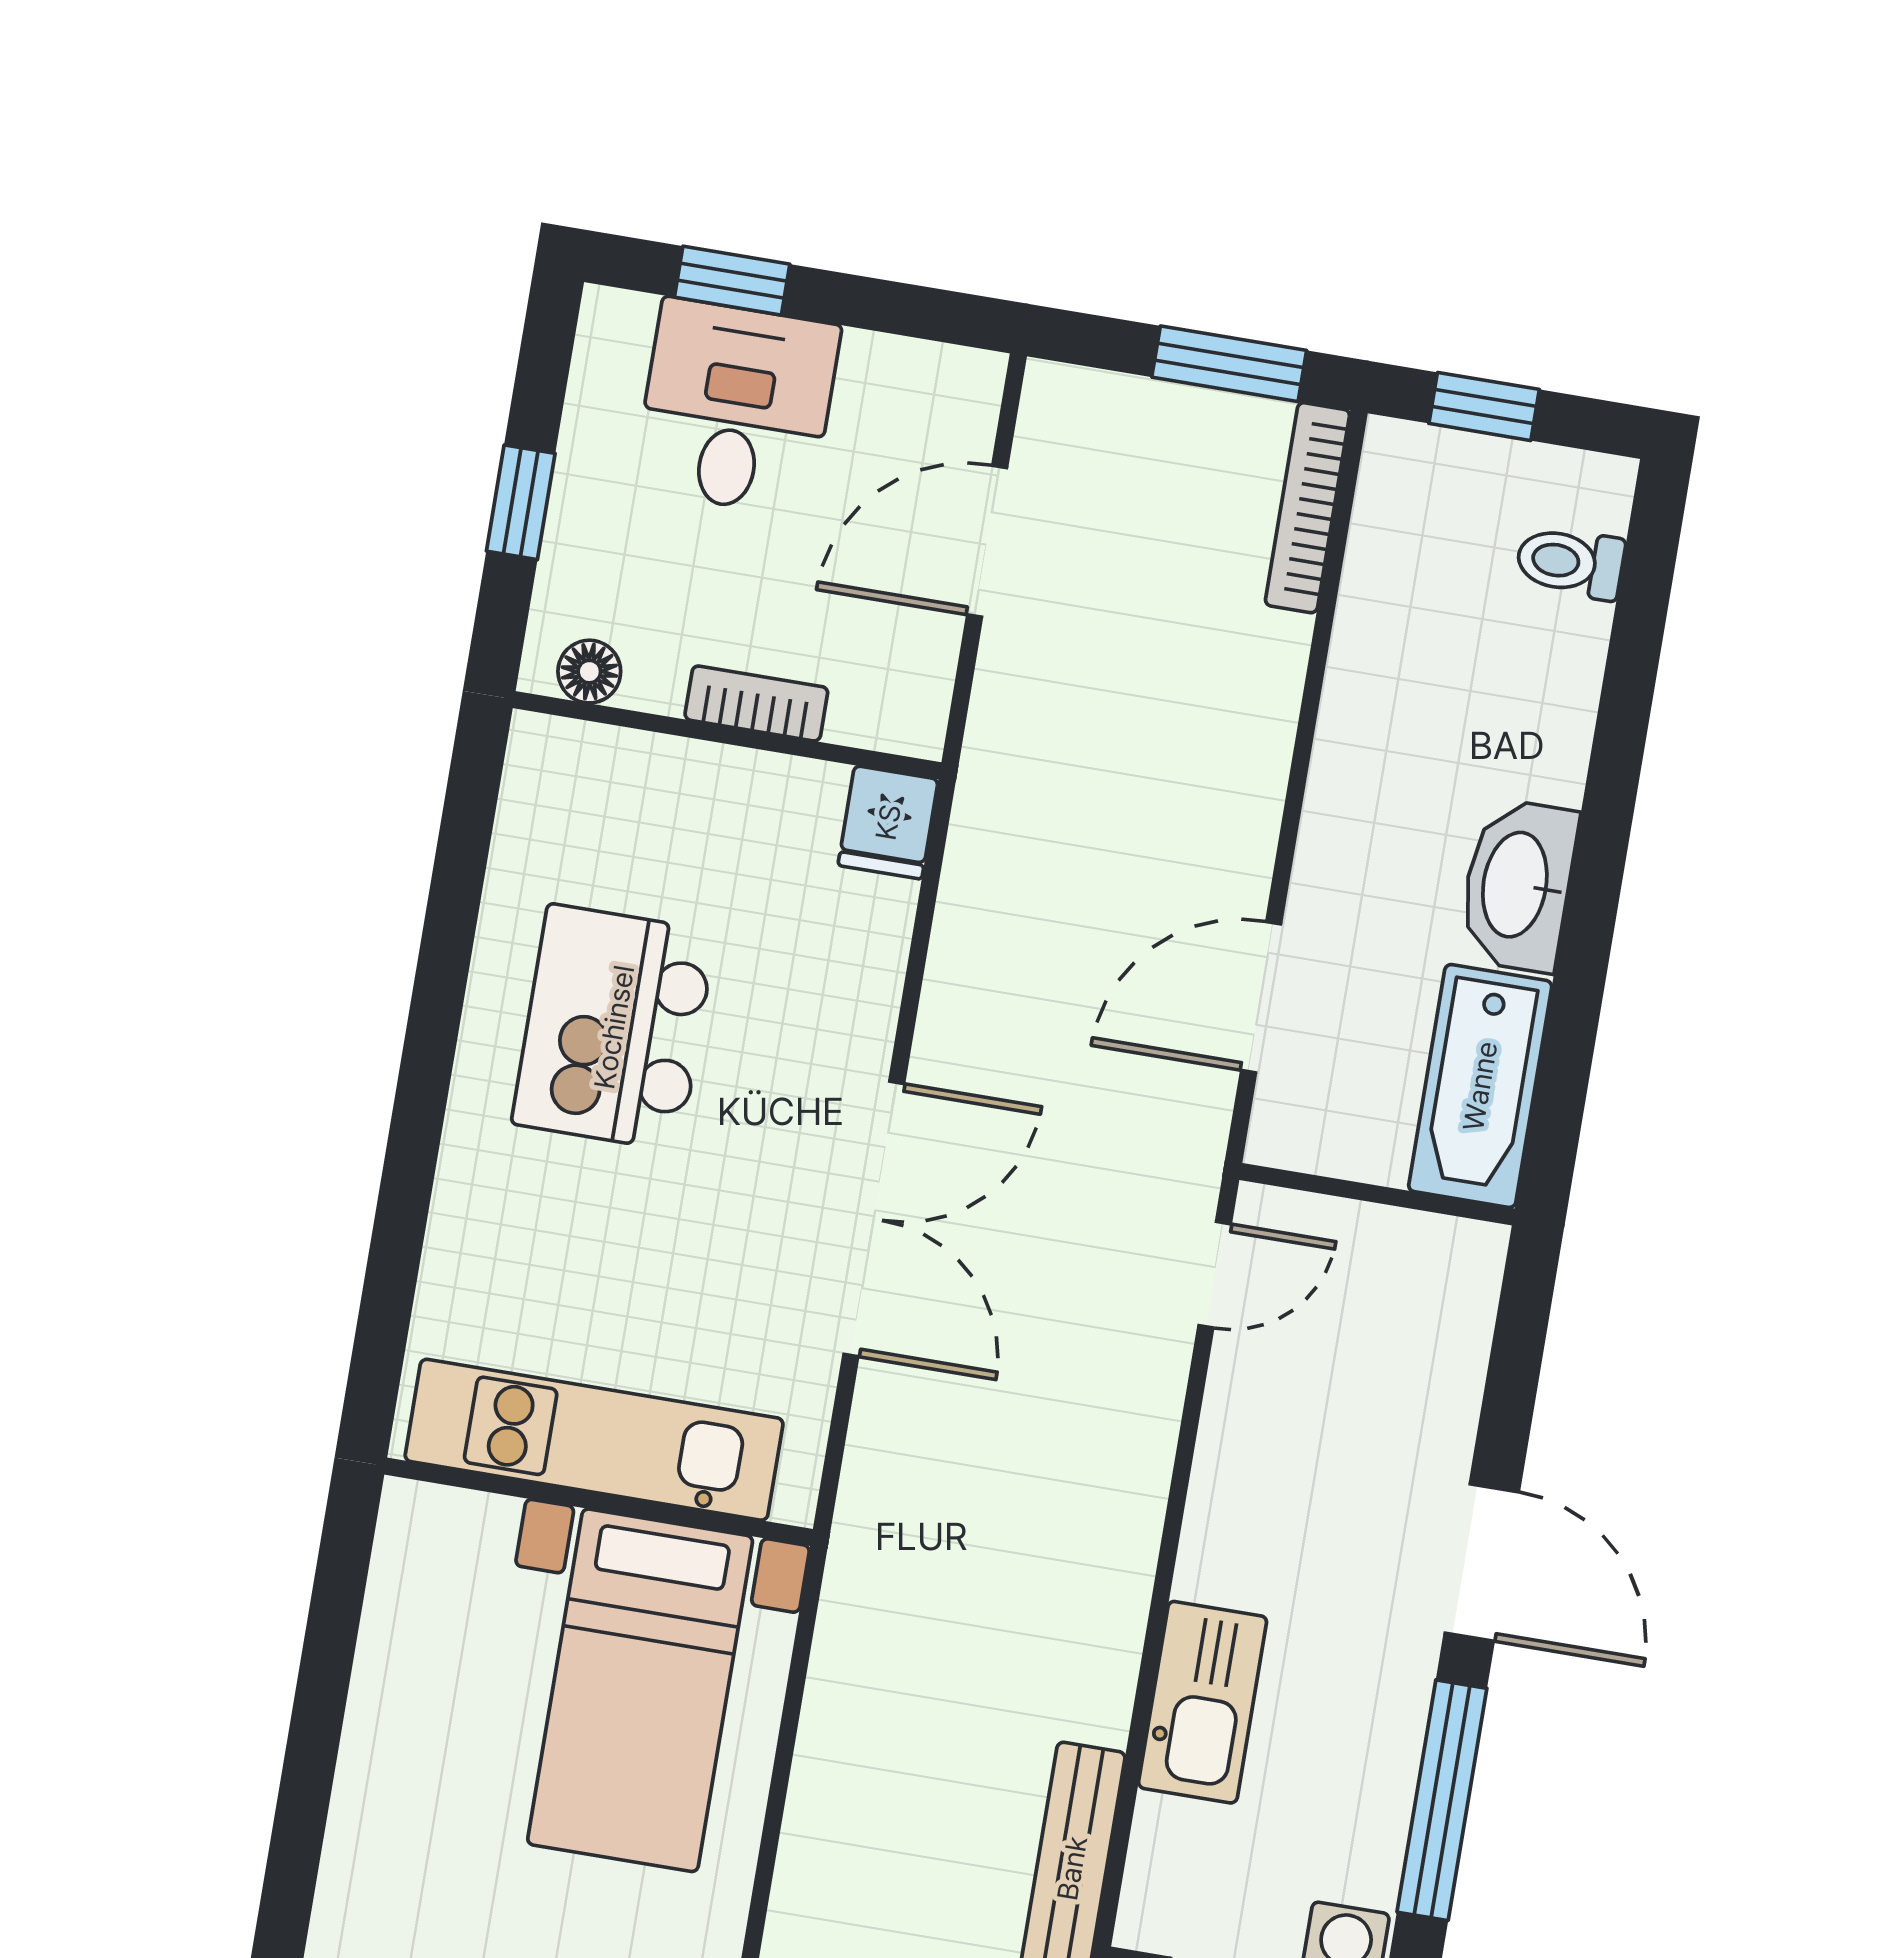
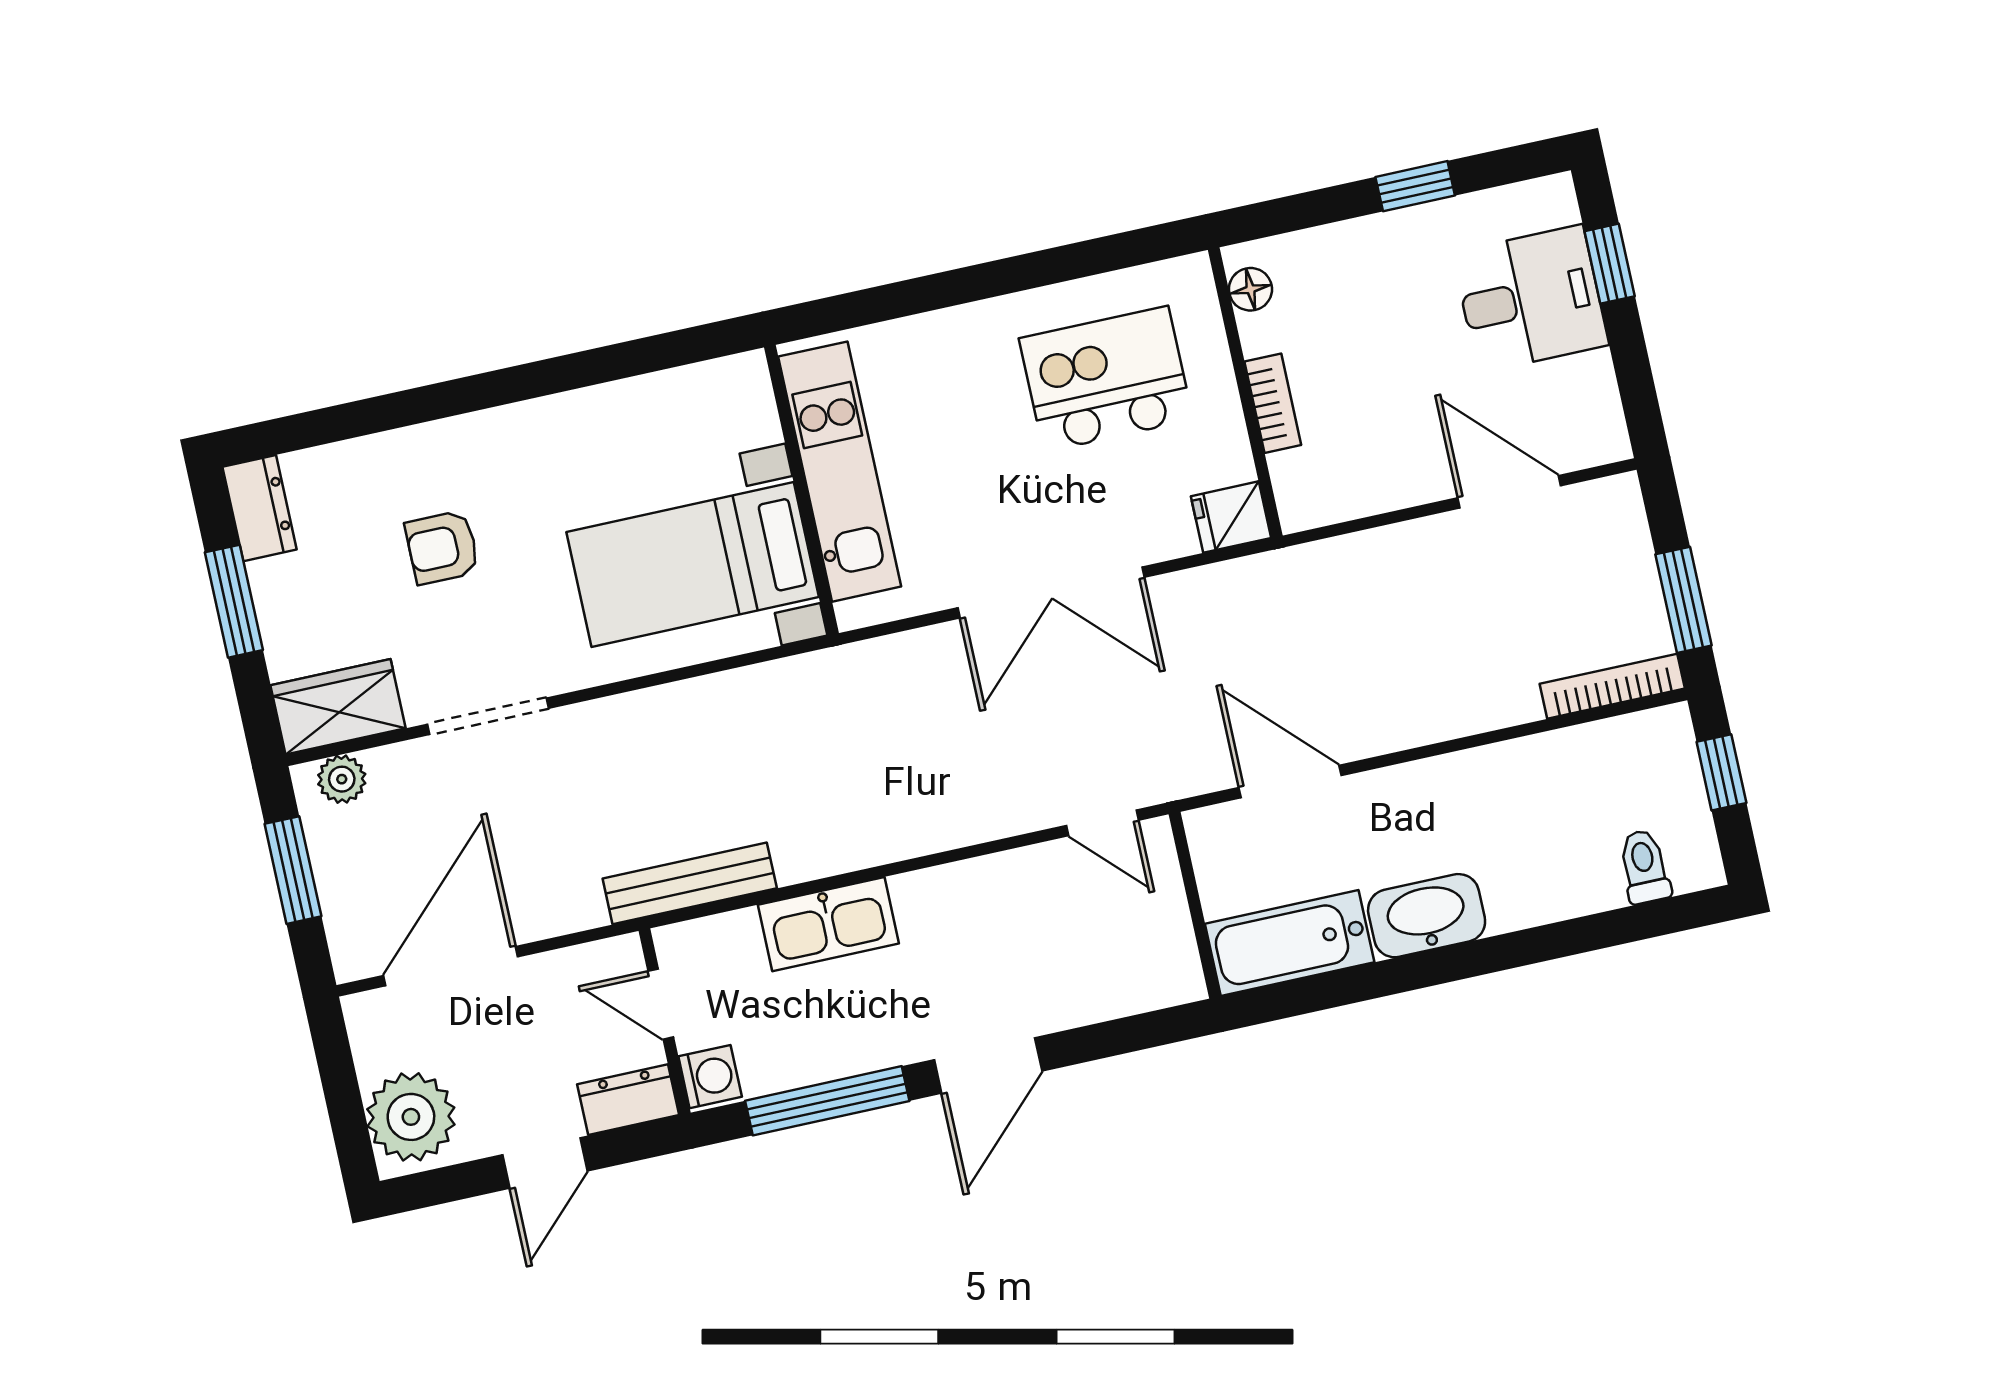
floor lamp: (589, 672) -> (1250, 289), moved
bookcase: (756, 703) -> (1273, 403), moved
wall: (727, 735) -> (1245, 393), moved
fridge: (888, 822) -> (1231, 517), moved

